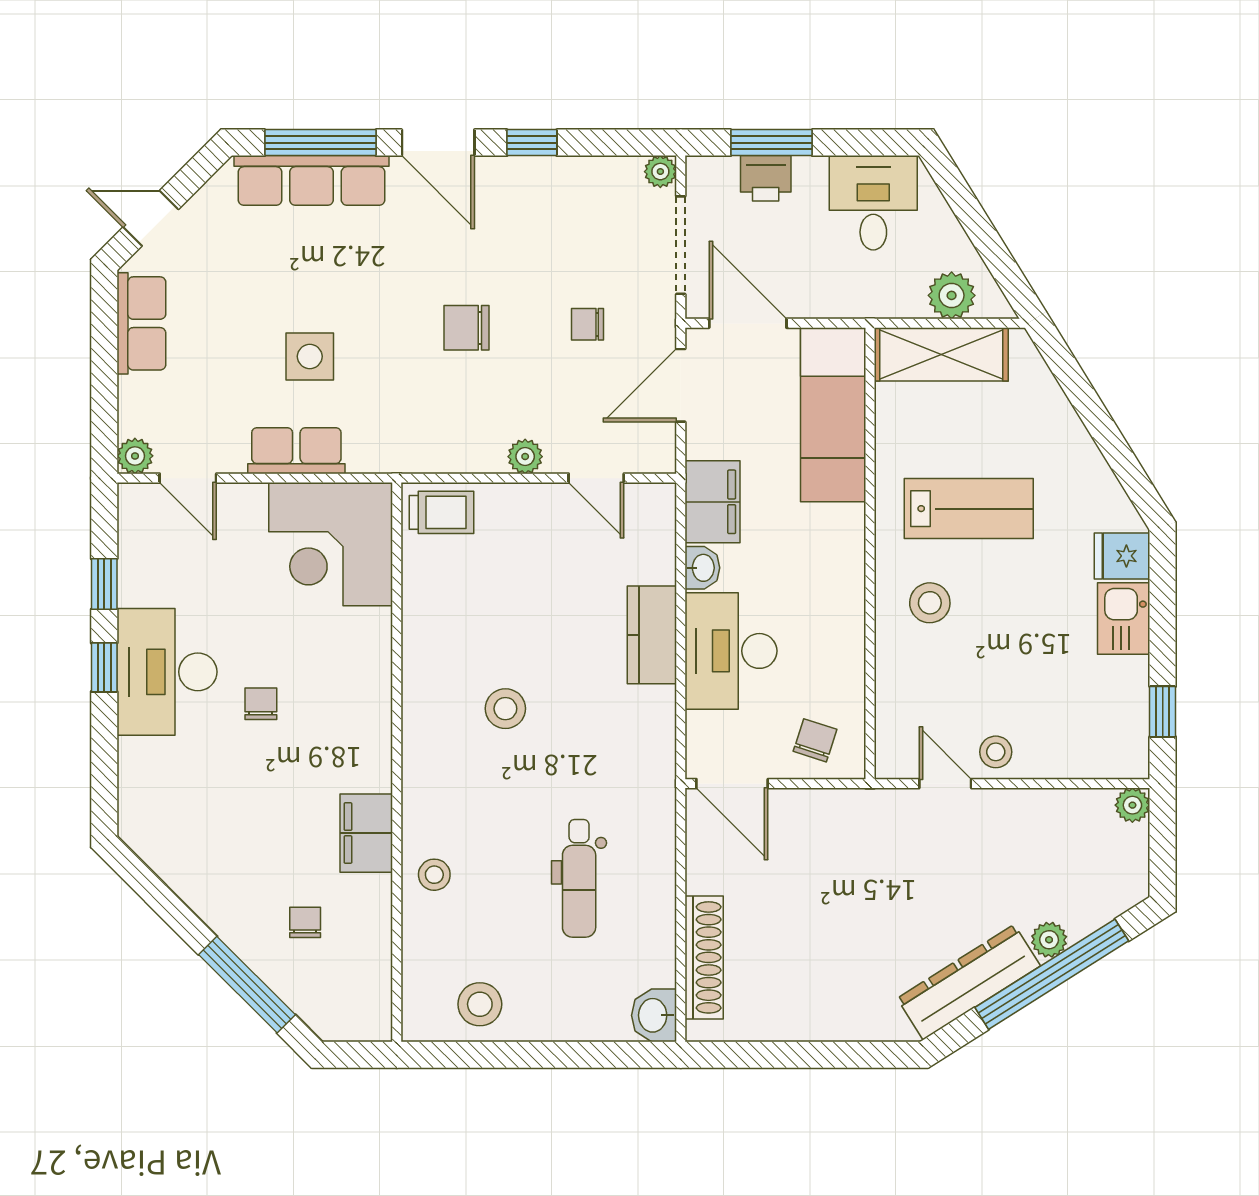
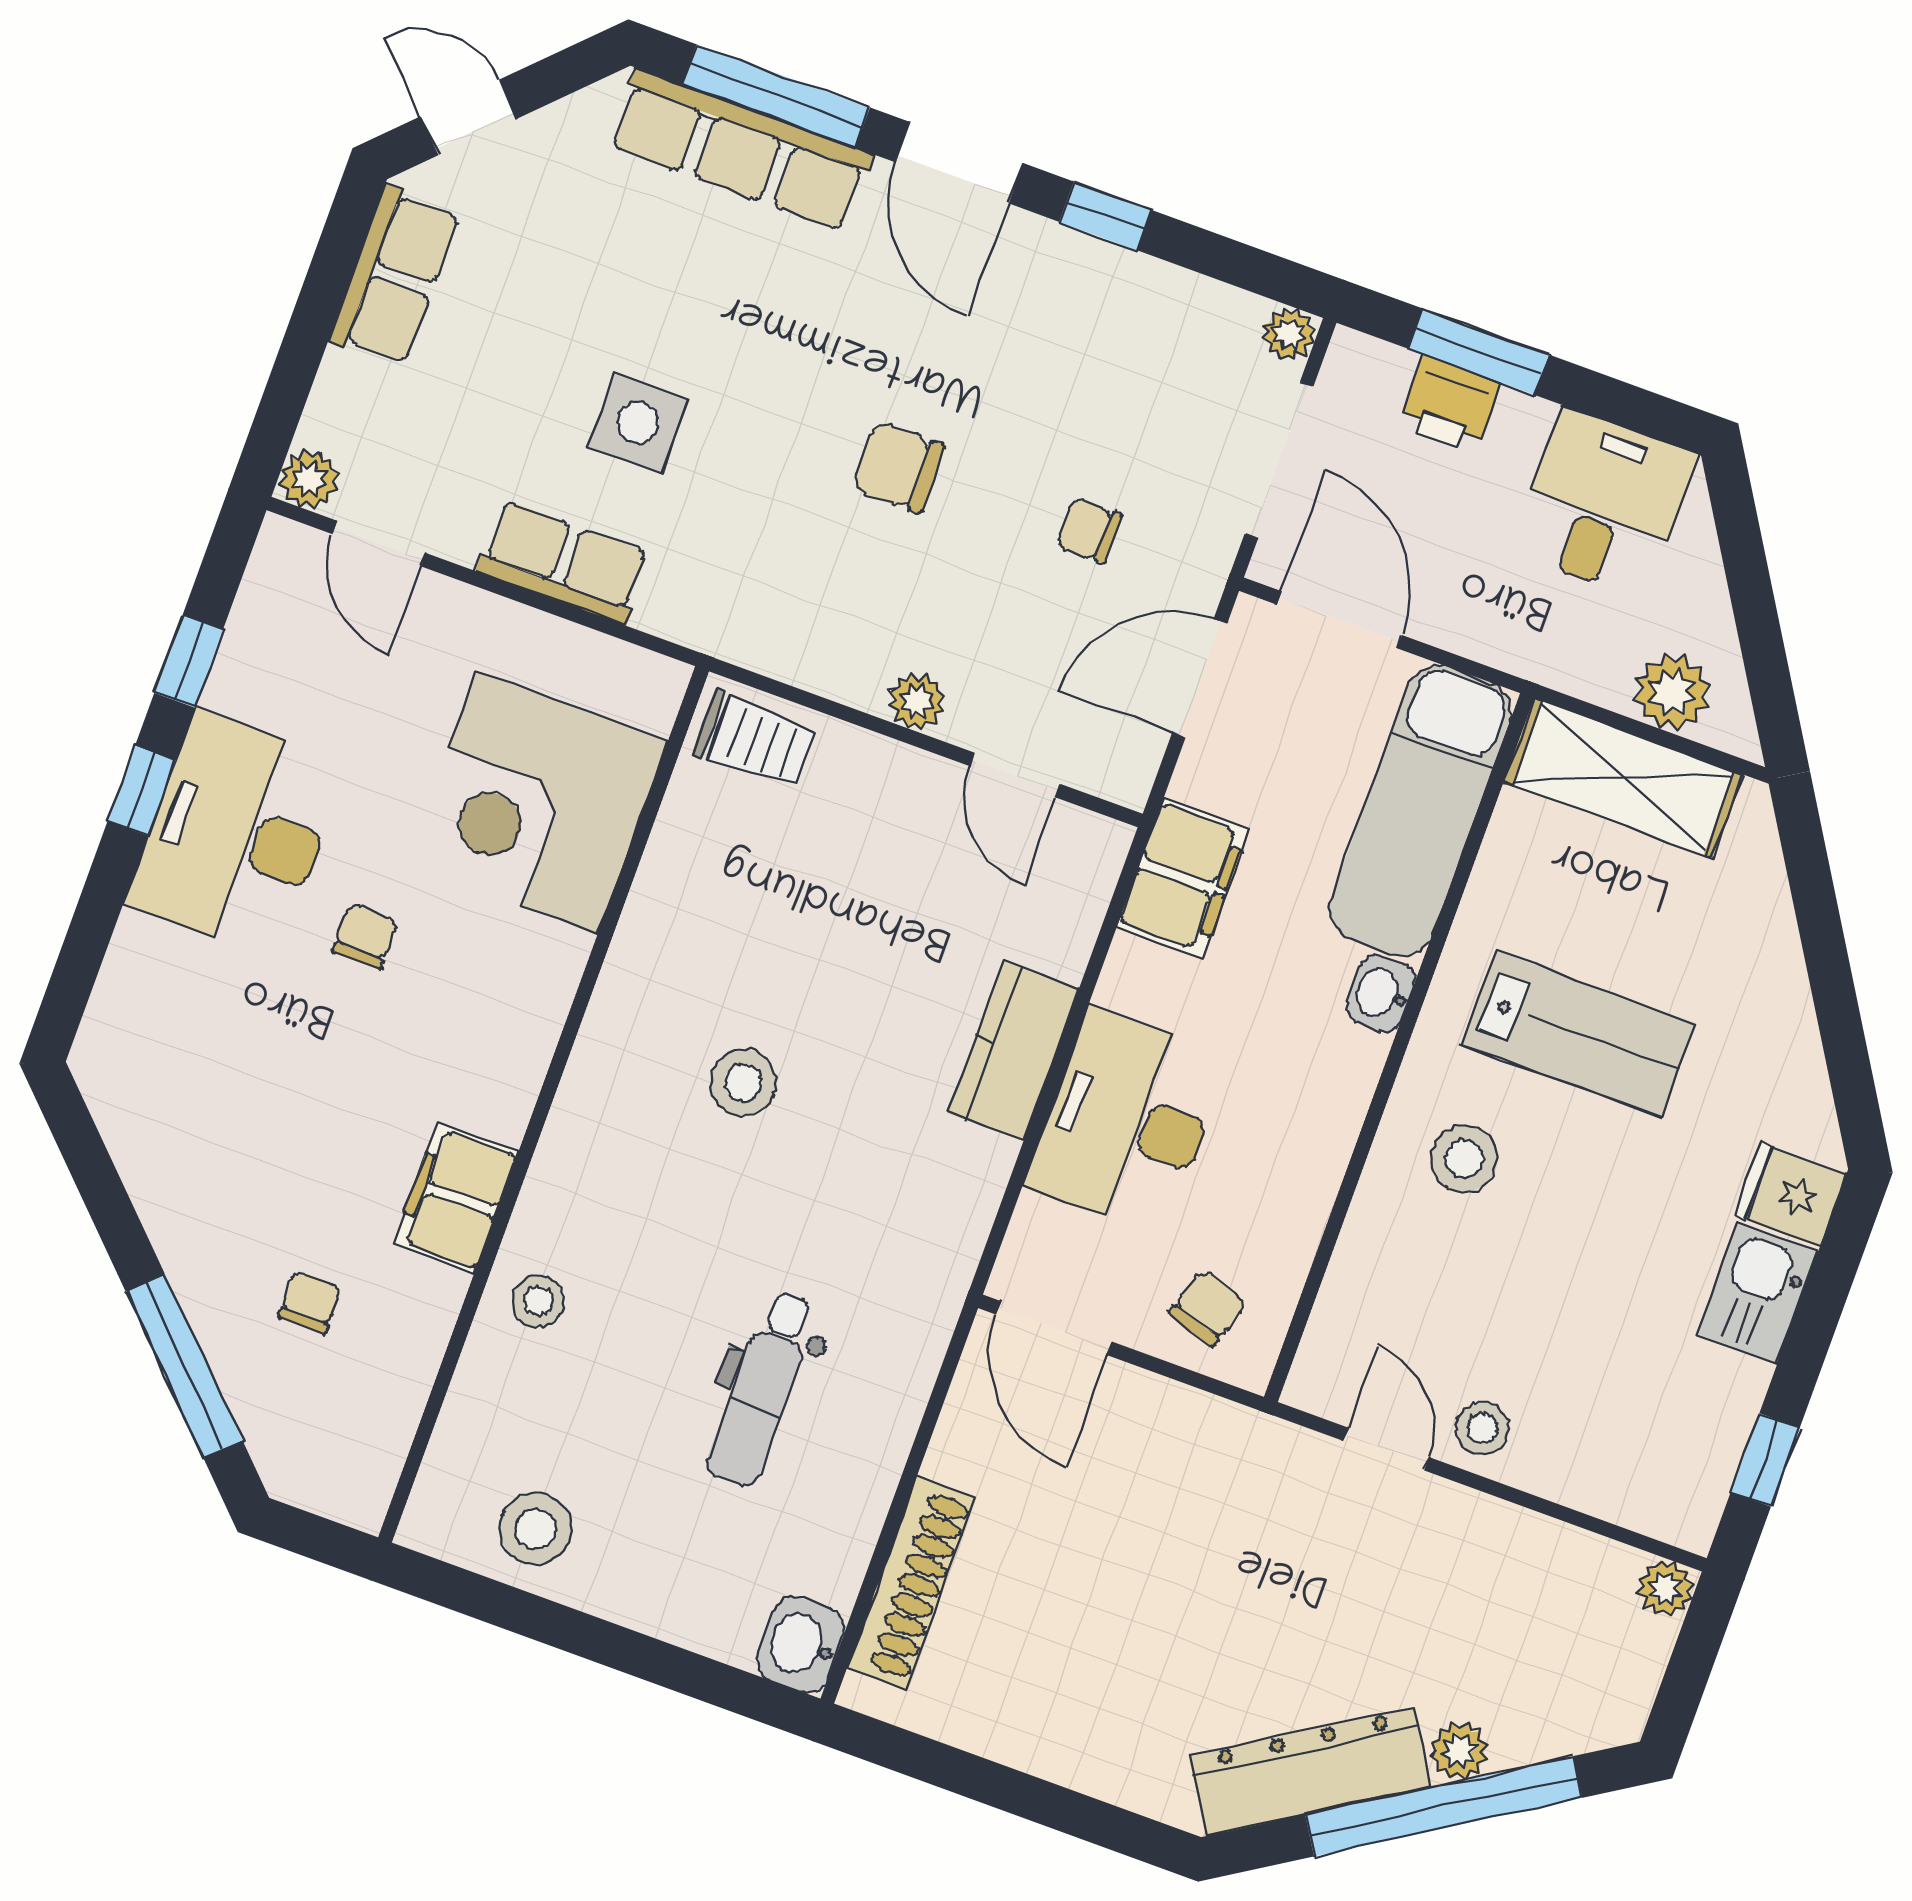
corner desk: (331, 544) -> (537, 802), moved
washbasin: (702, 568) -> (1381, 994), moved, turned 180

